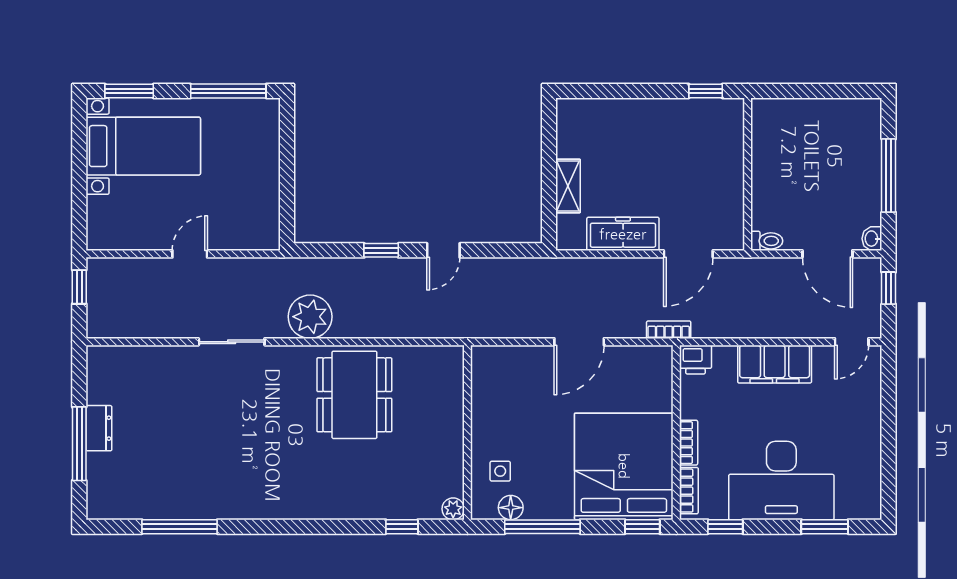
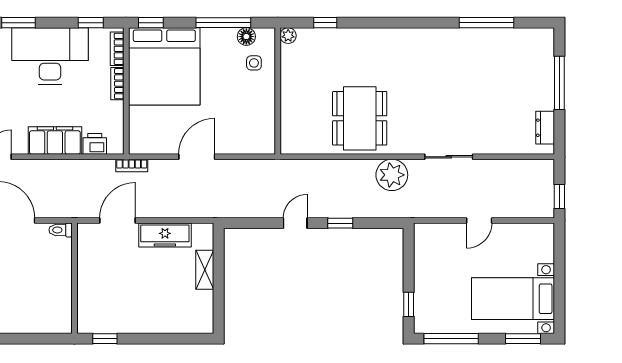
window: (287, 138) -> (409, 304), added
printer: (695, 360) -> (95, 144), moved
dresser: (99, 428) -> (545, 128), moved

